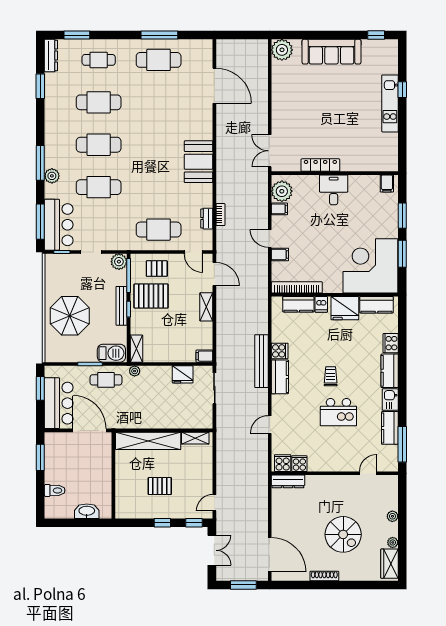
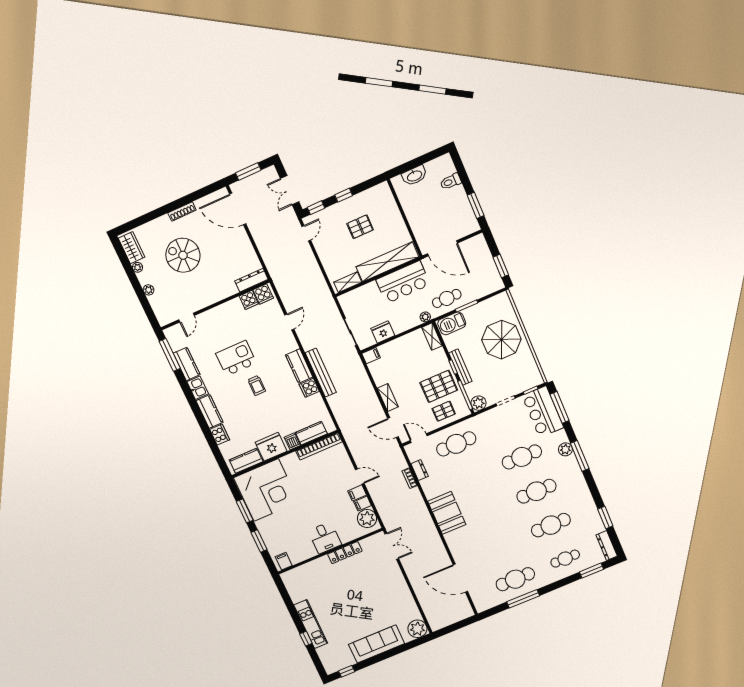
filing cabinet: (280, 254) -> (357, 493), moved
bar counter: (59, 403) -> (403, 282), moved, turned -90

